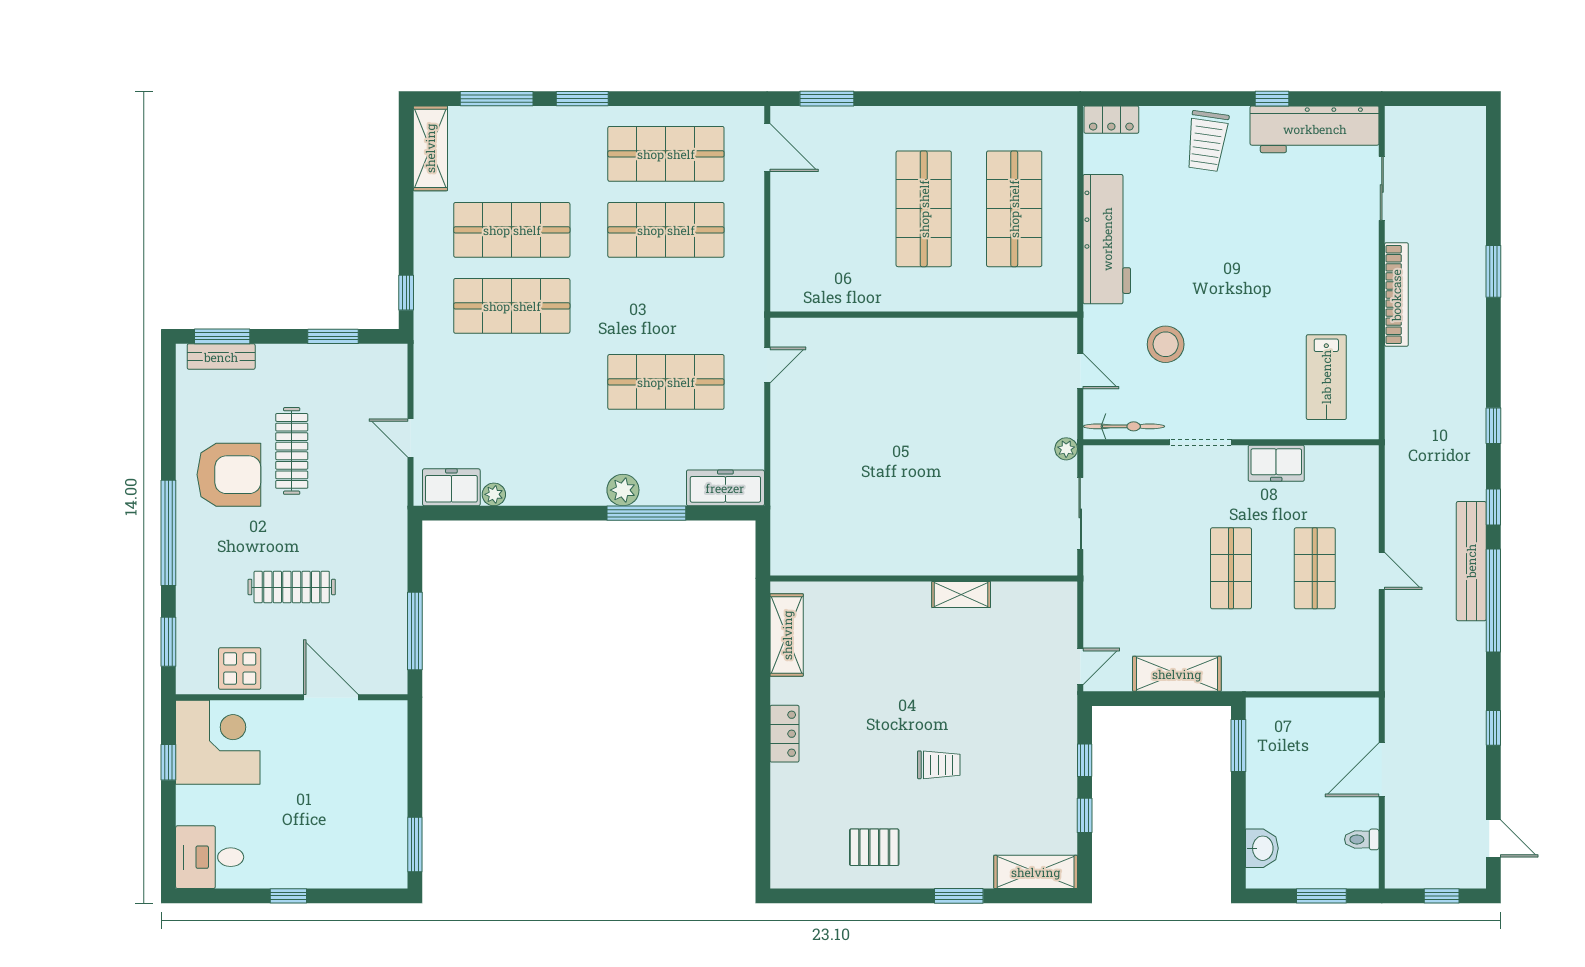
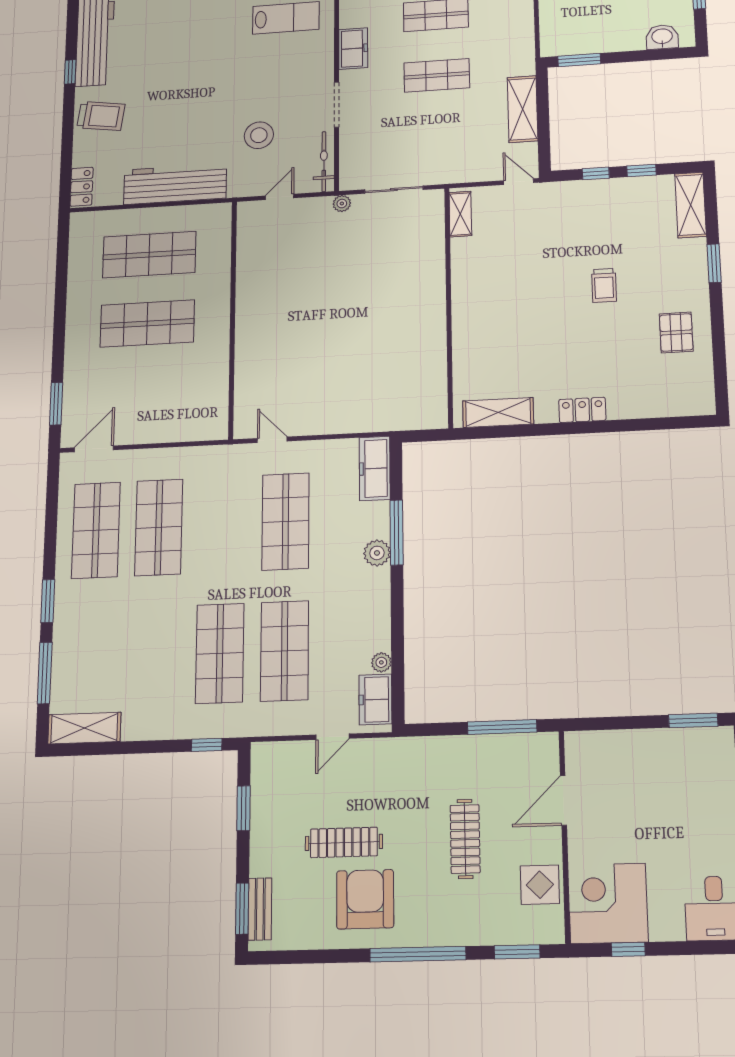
shop shelf: (512, 230) -> (285, 651), moved
shelving: (961, 594) -> (460, 214), moved
trolley: (939, 765) -> (604, 285), turned 180

